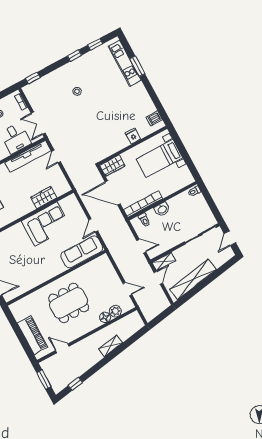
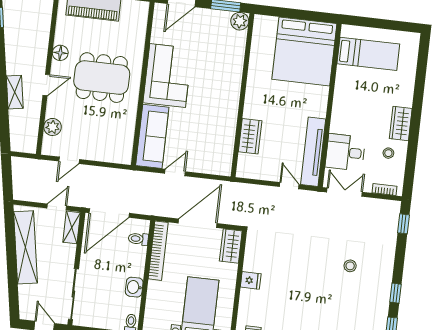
fridge: (133, 136) -> (251, 280), moved
washbasin: (162, 209) -> (134, 287), moved
corner sofa: (46, 224) -> (168, 76), moved, turned 180
door: (93, 225) -> (175, 173), hinge flipped
door: (141, 246) -> (109, 213), width x1.87
door: (158, 278) -> (57, 207), swing flipped
dining table: (69, 303) -> (102, 78), turned 90
floor lamp: (105, 317) -> (60, 53), moved
door: (62, 348) -> (46, 85), moved

